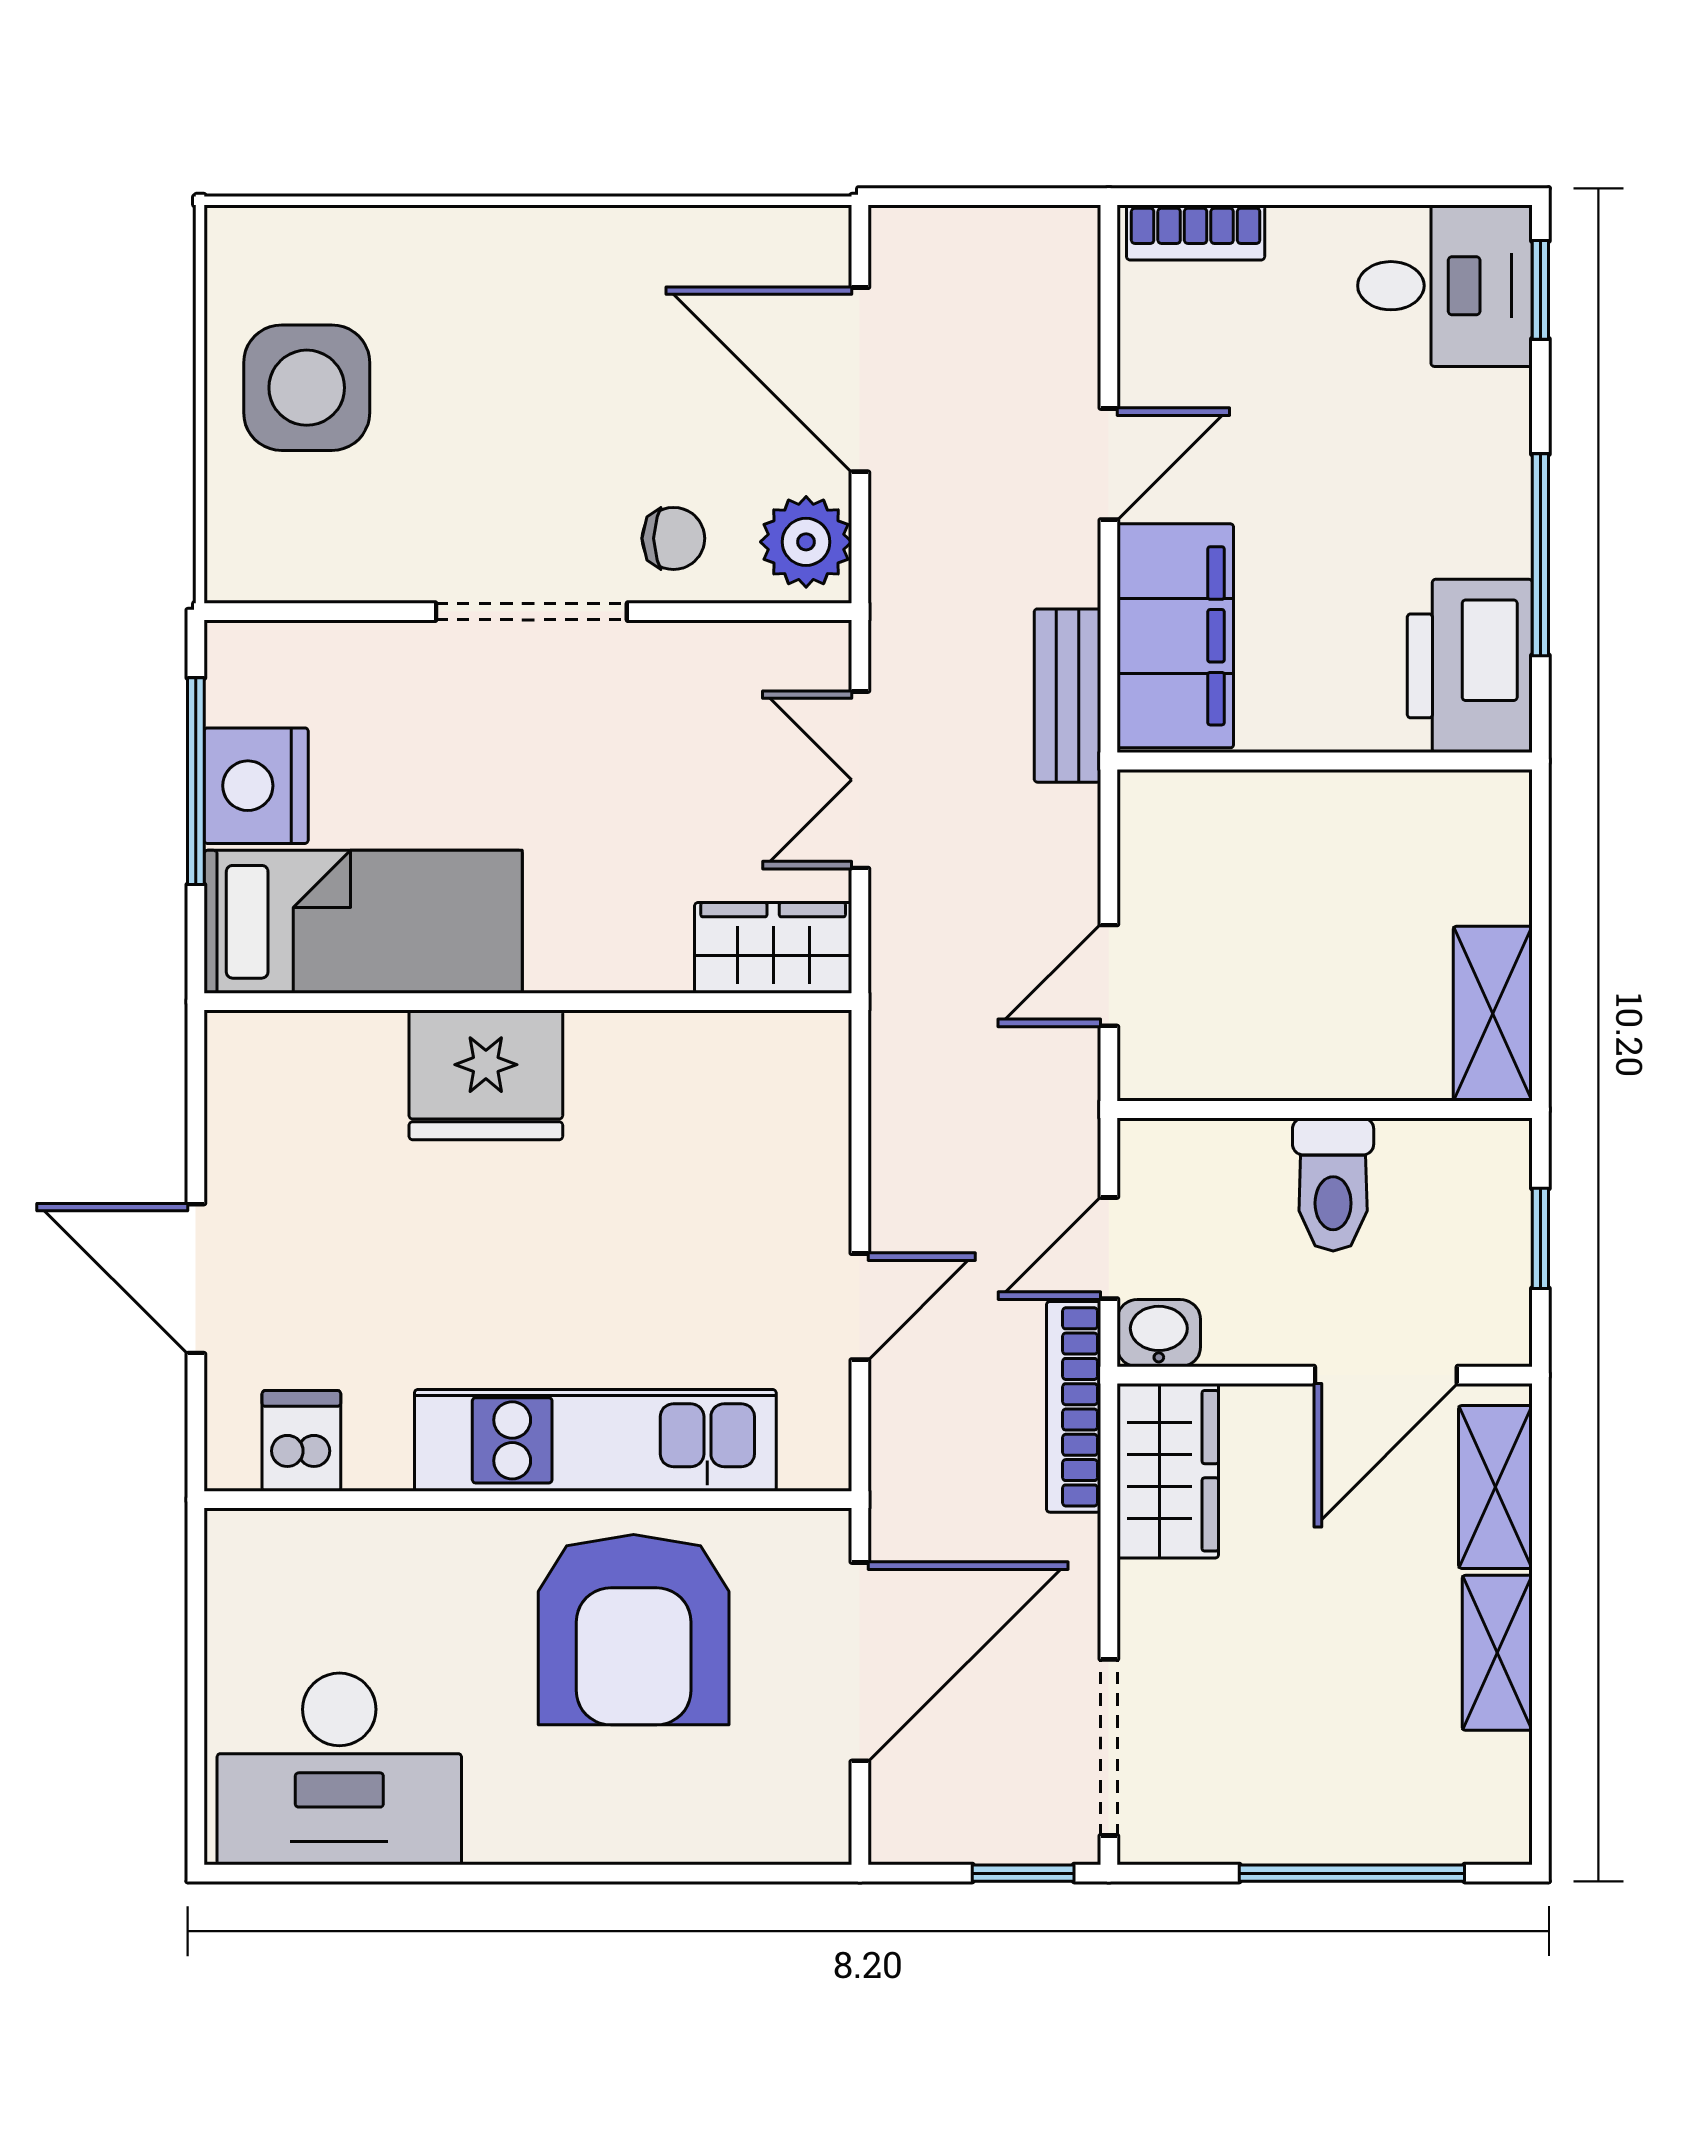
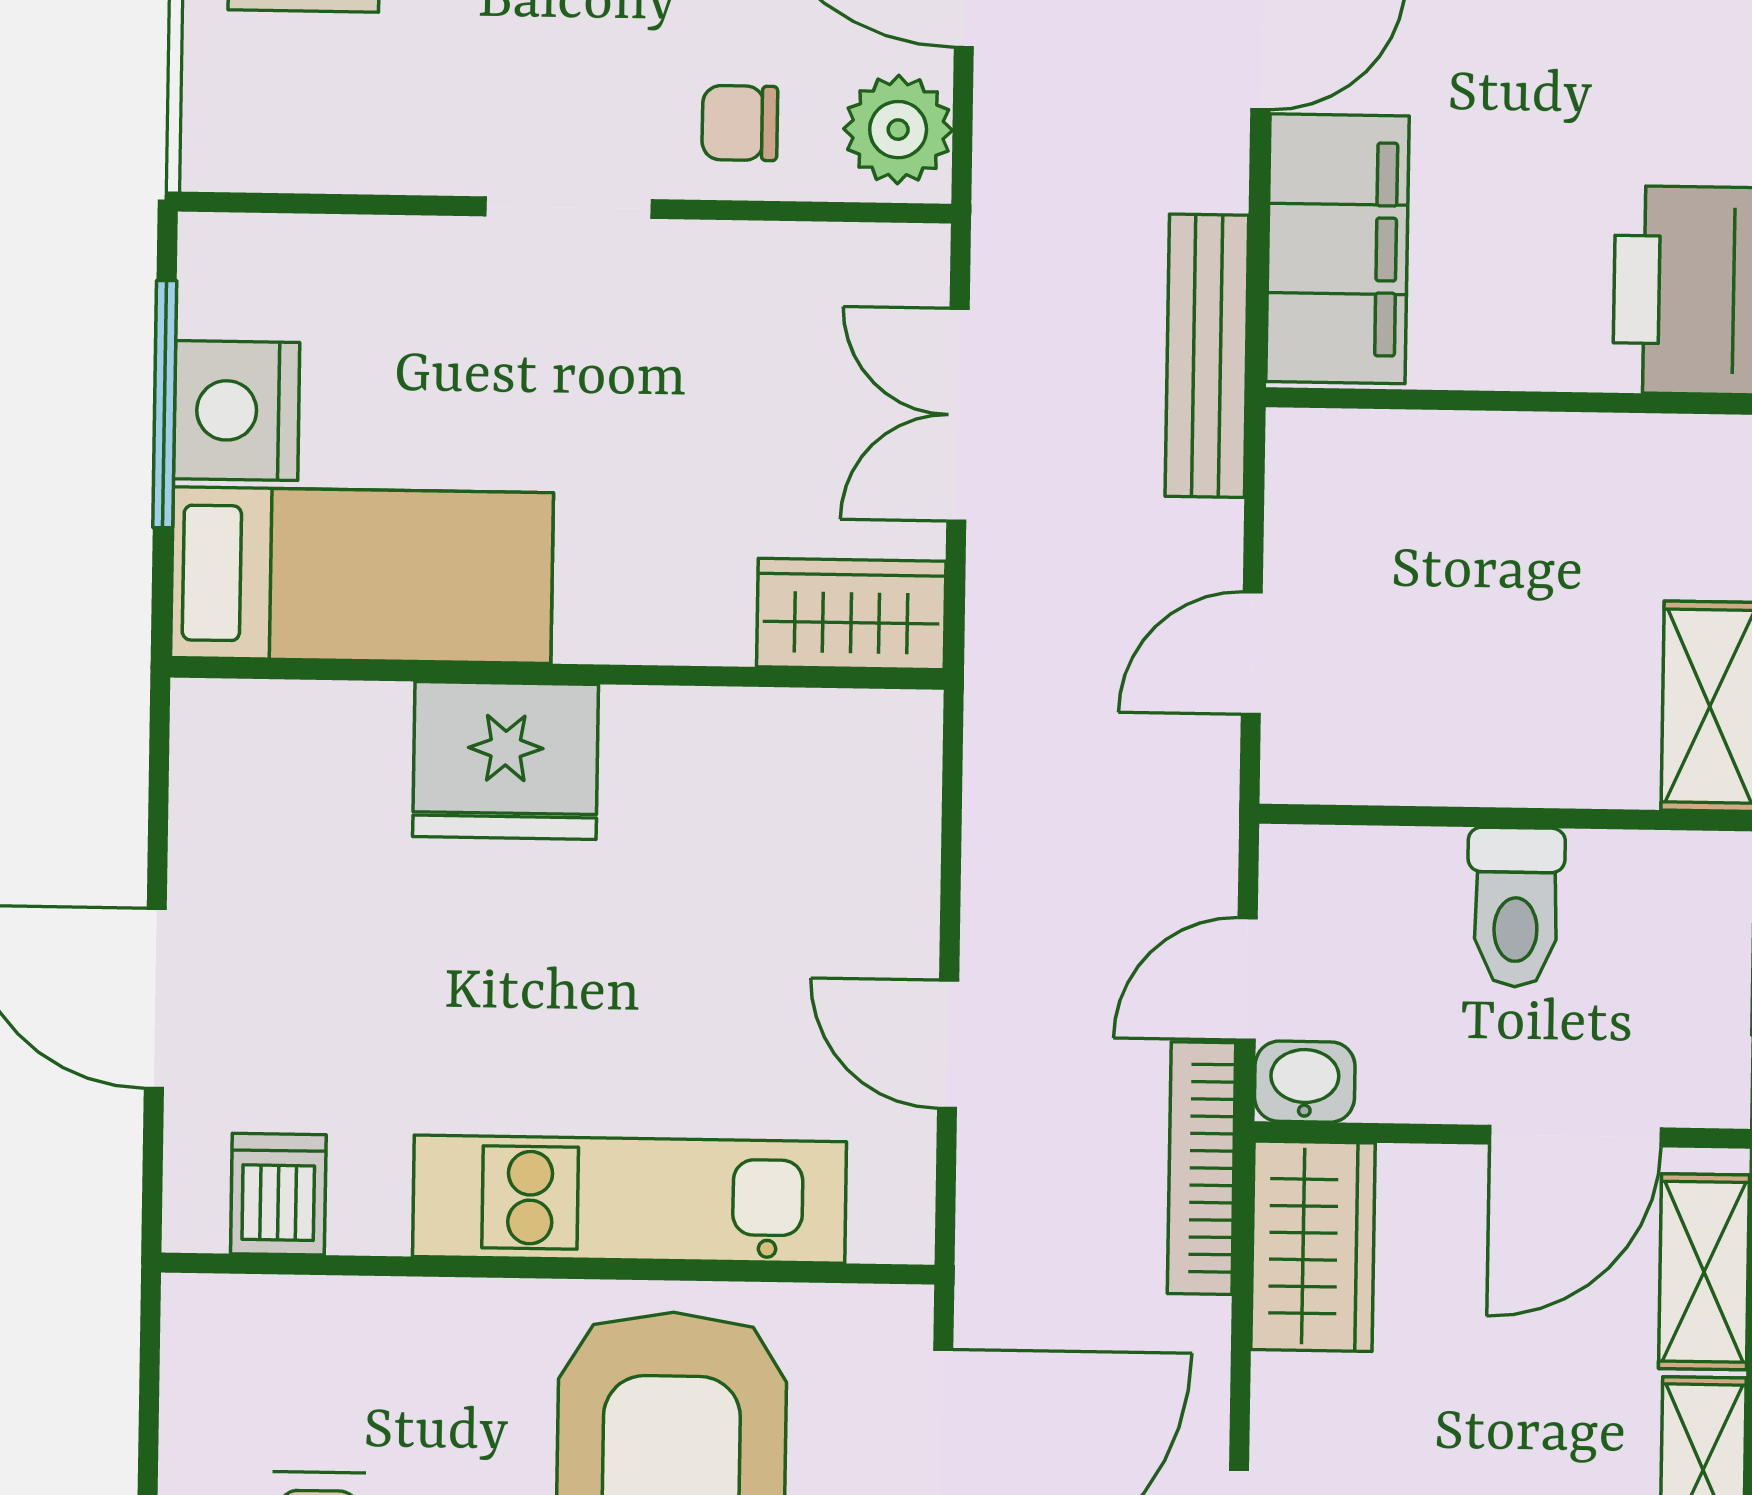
chair: (673, 538) -> (740, 123), turned 180
doorway: (531, 612) -> (569, 208), width x0.73
bench: (1067, 696) -> (1207, 356), width x1.36
door: (860, 1307) -> (948, 1044), swing flipped

